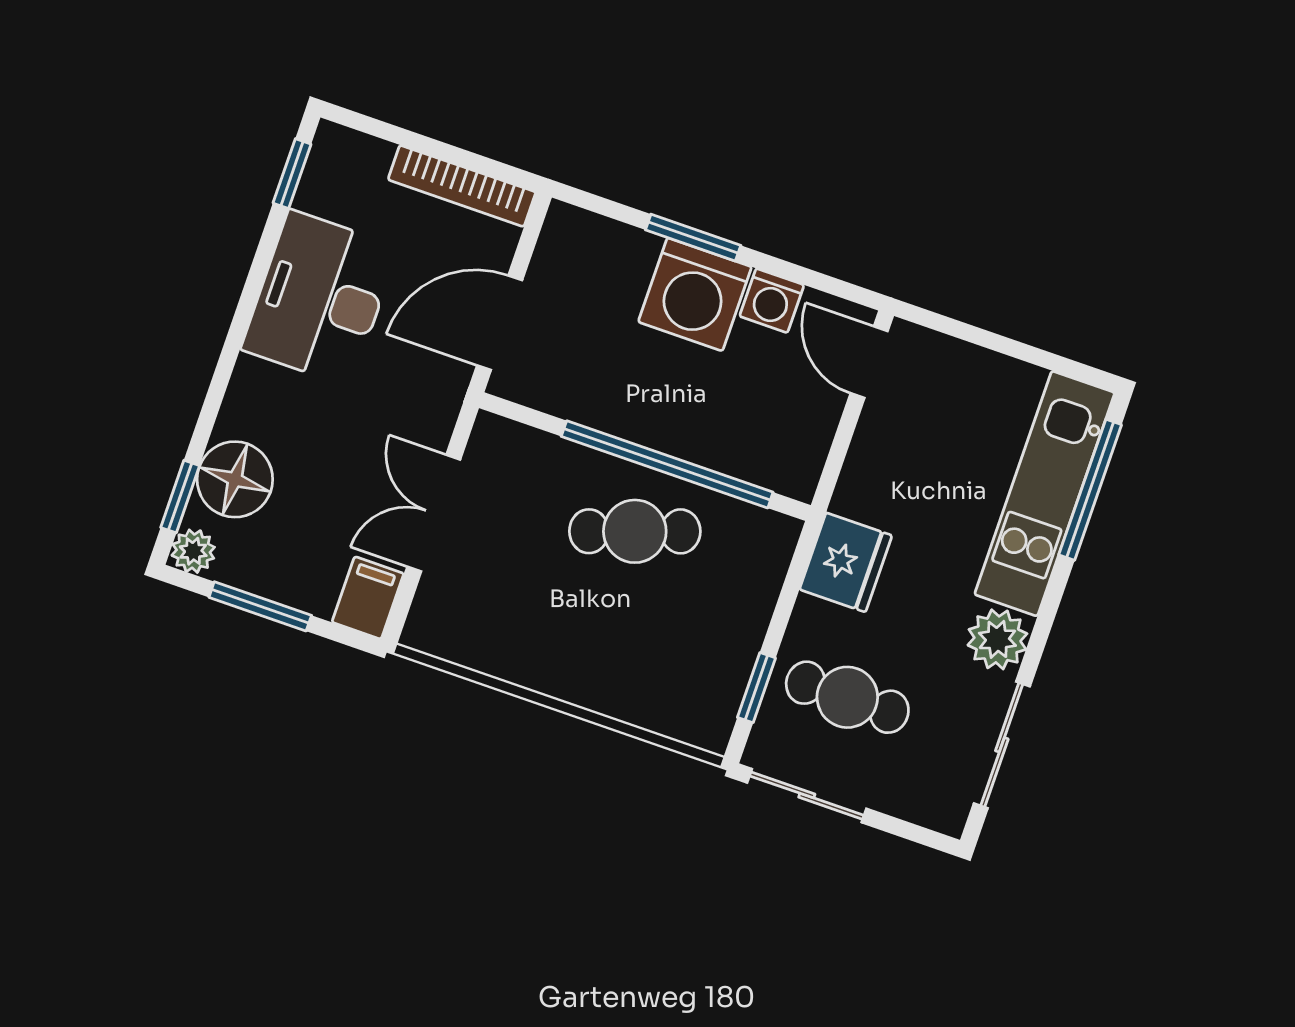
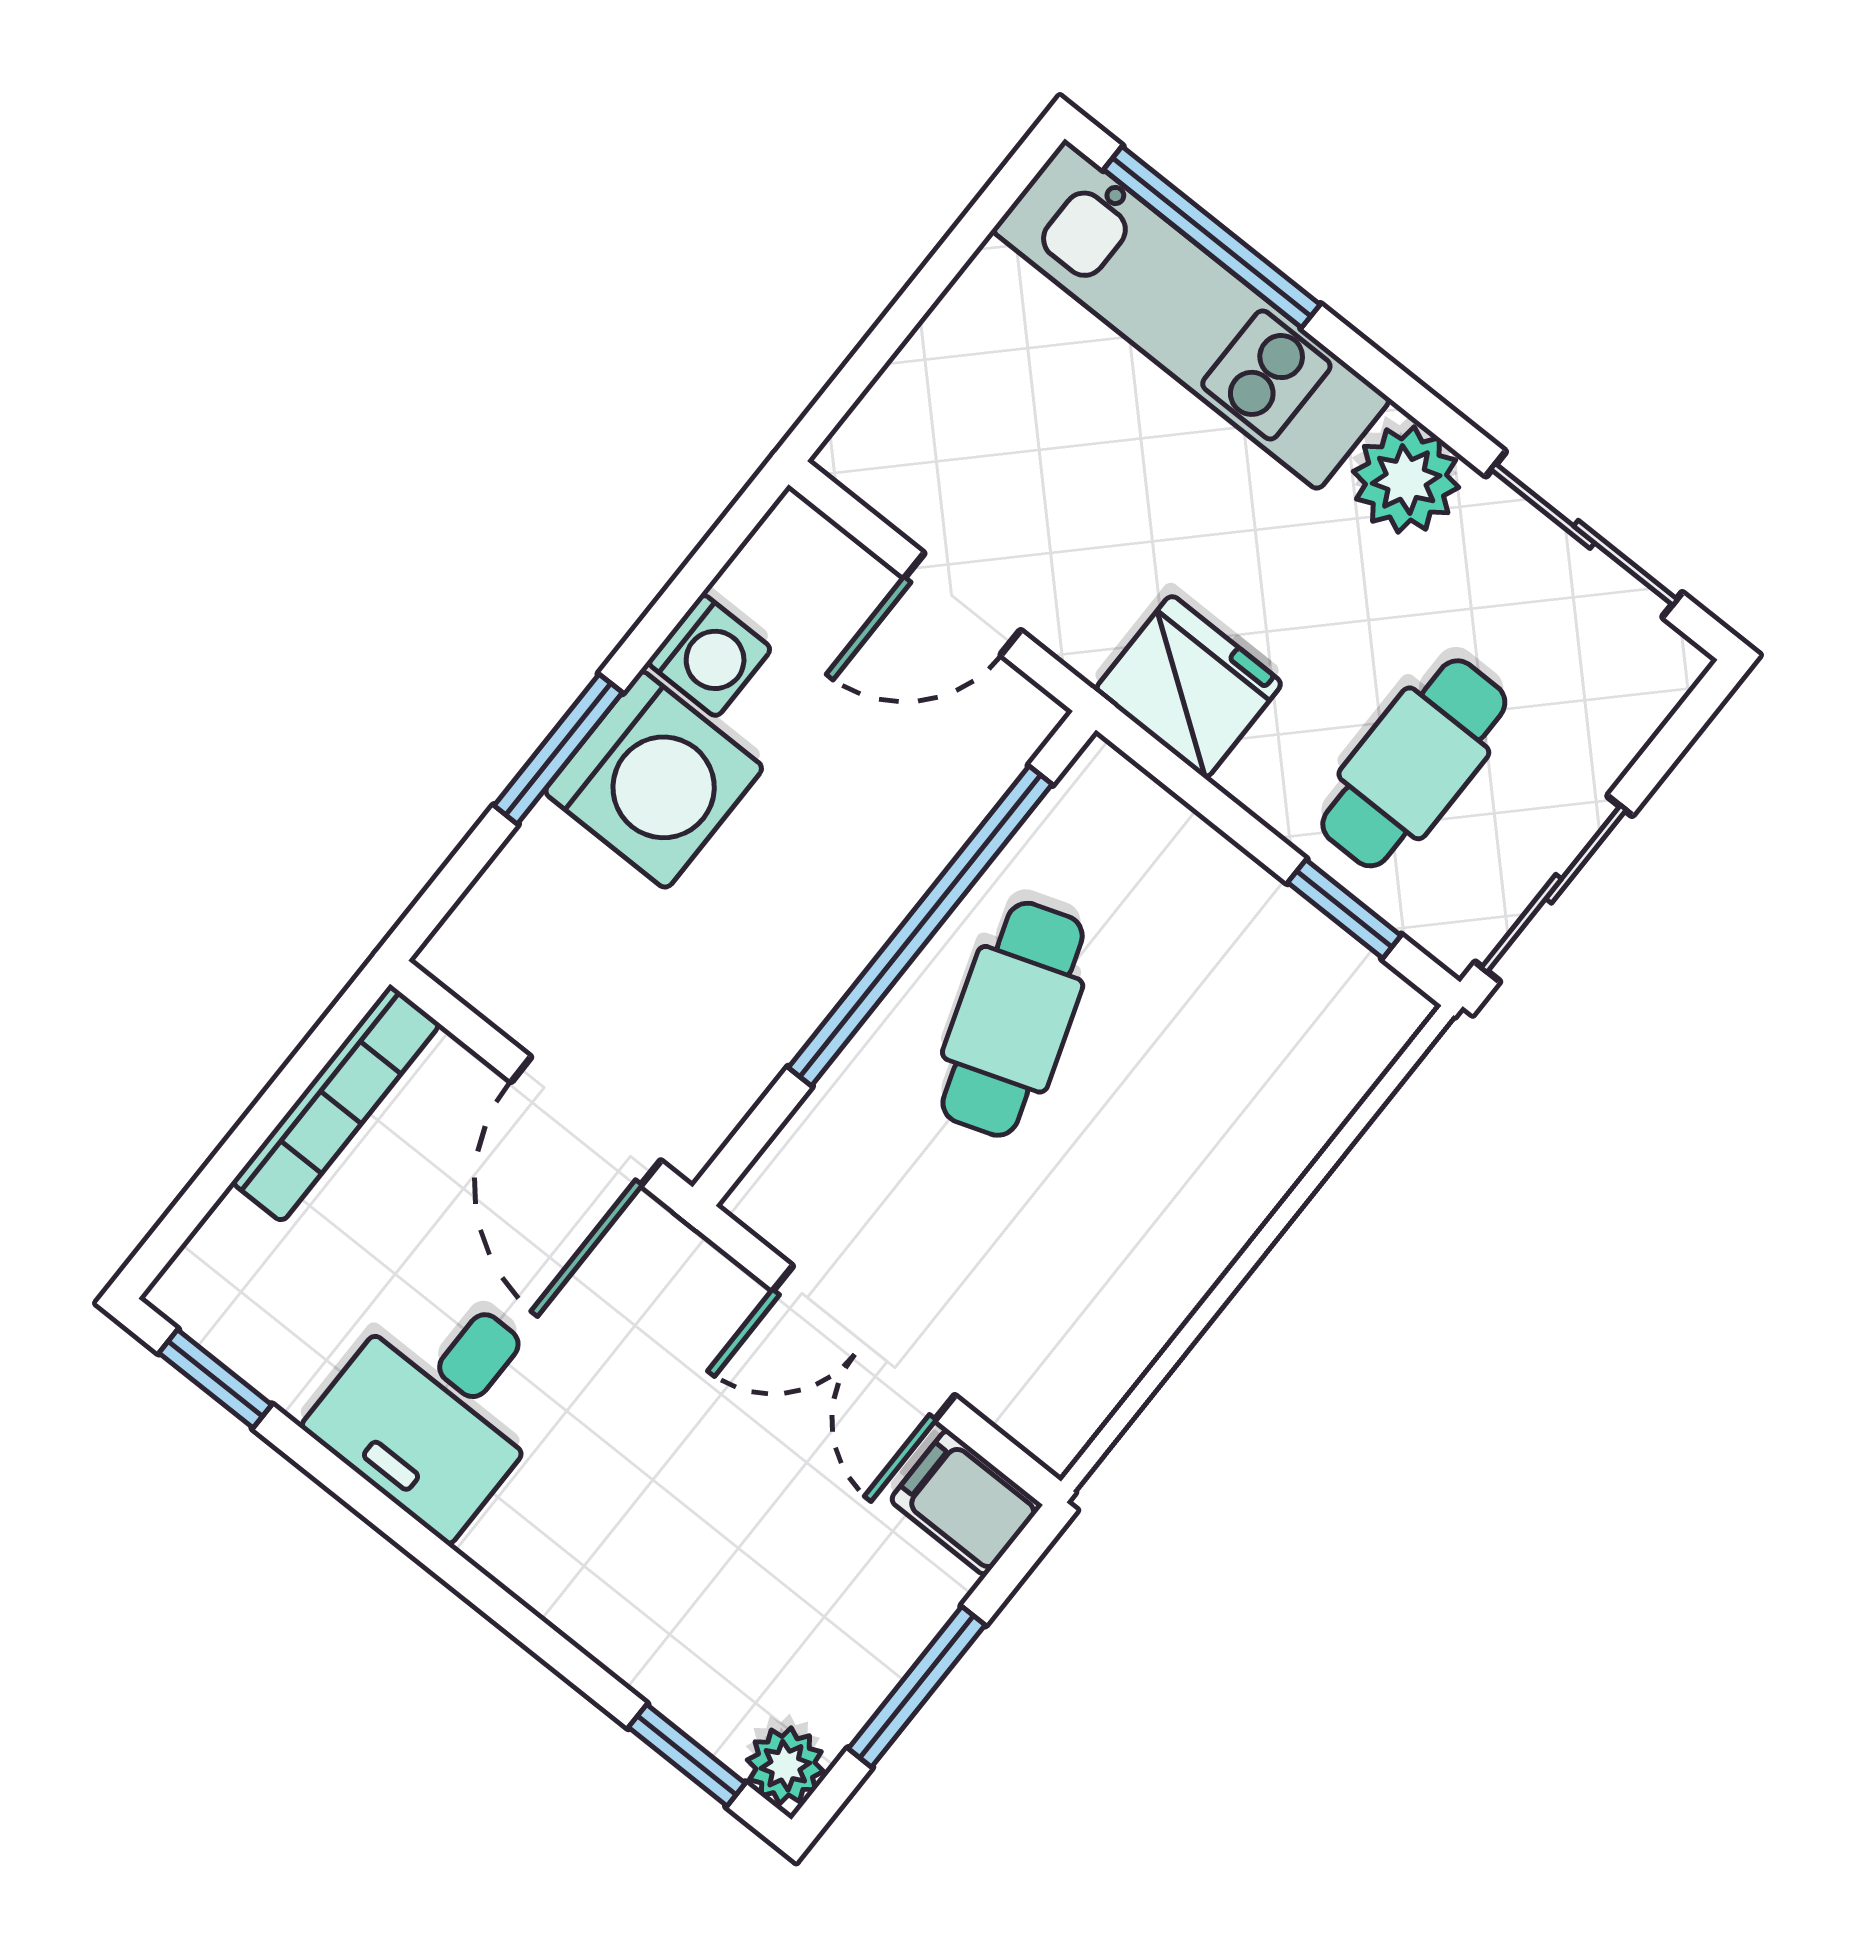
desk: (320, 298) -> (439, 1406), width x0.73
door: (869, 362) -> (962, 604), moved
floor lamp: (235, 479) -> (691, 1654), removed

